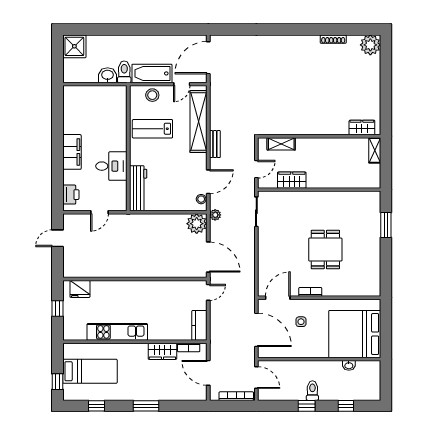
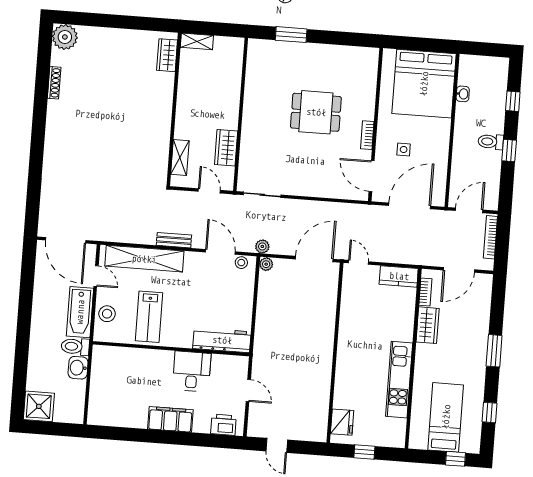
plant: (197, 224) -> (266, 264), width x0.53, depth x0.53

